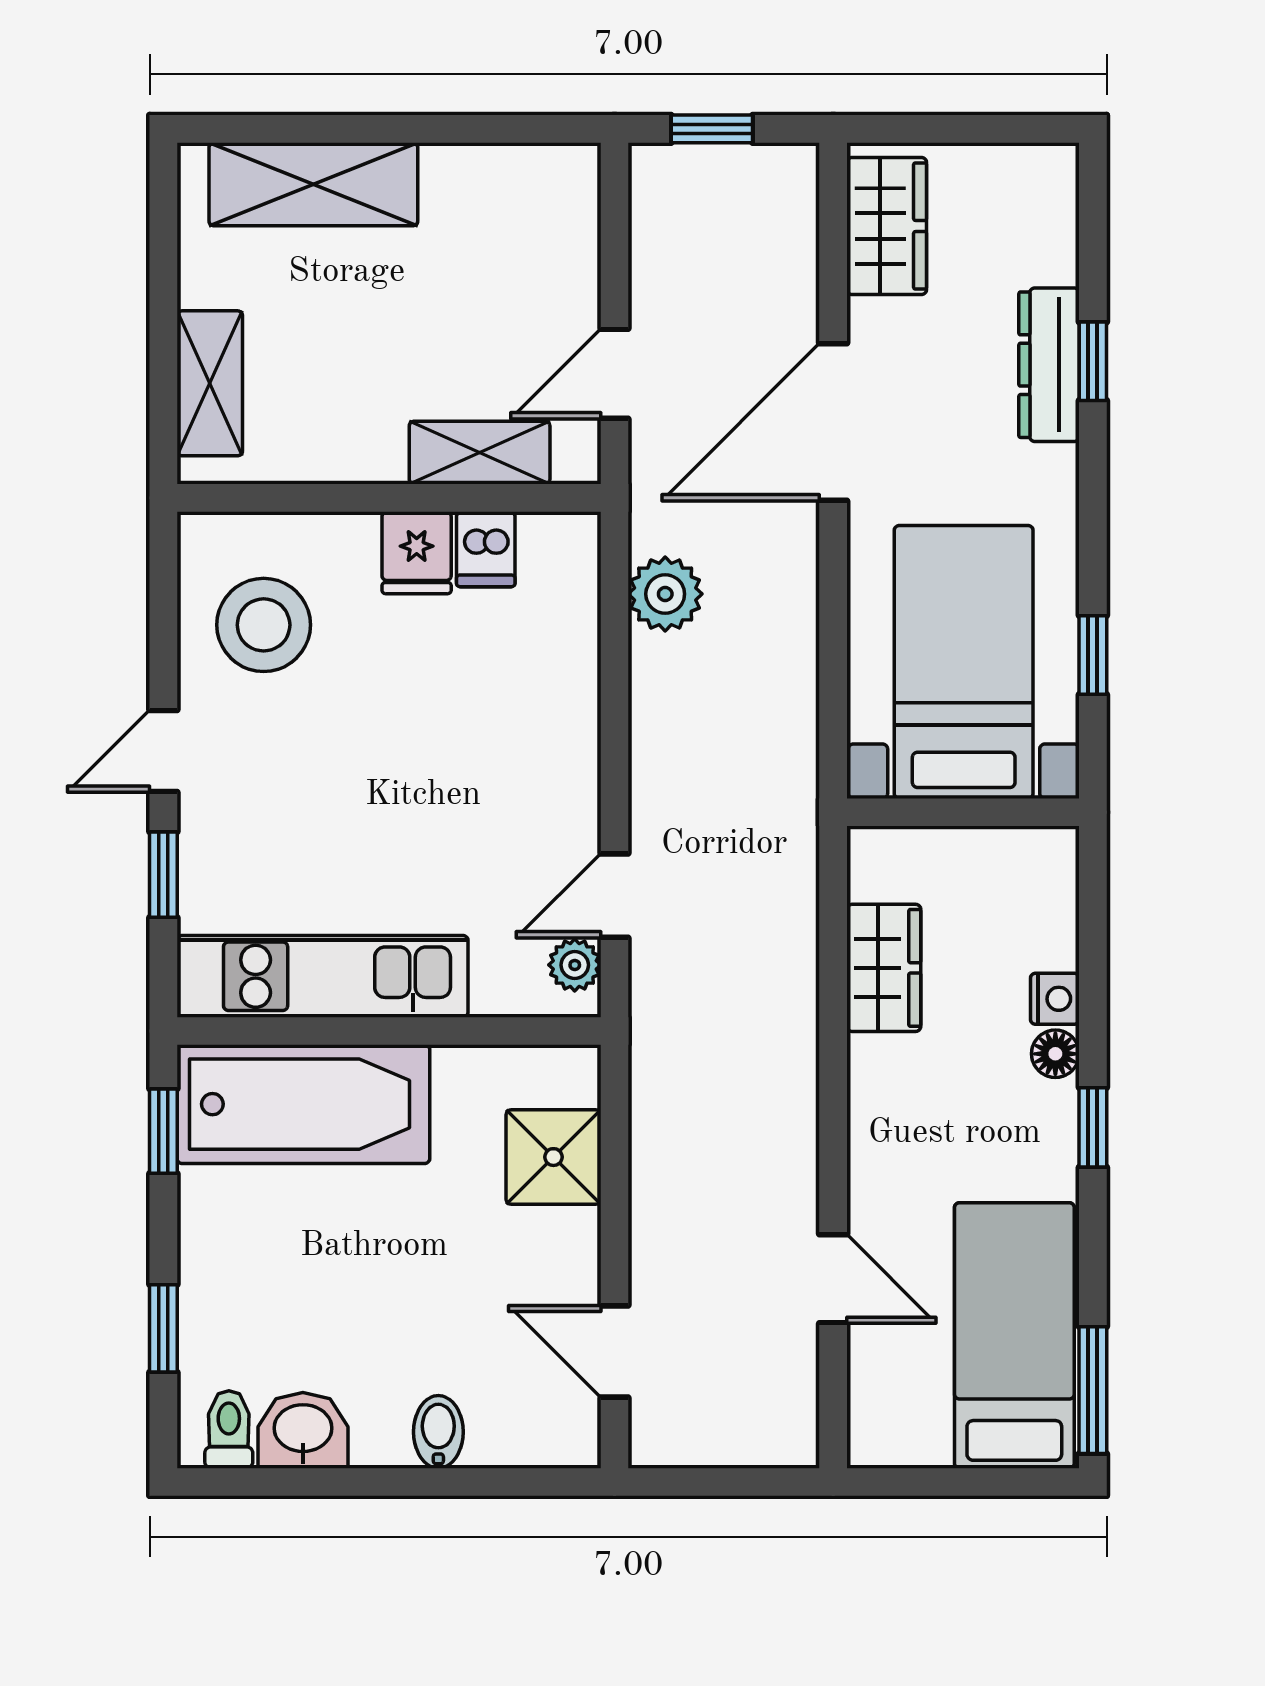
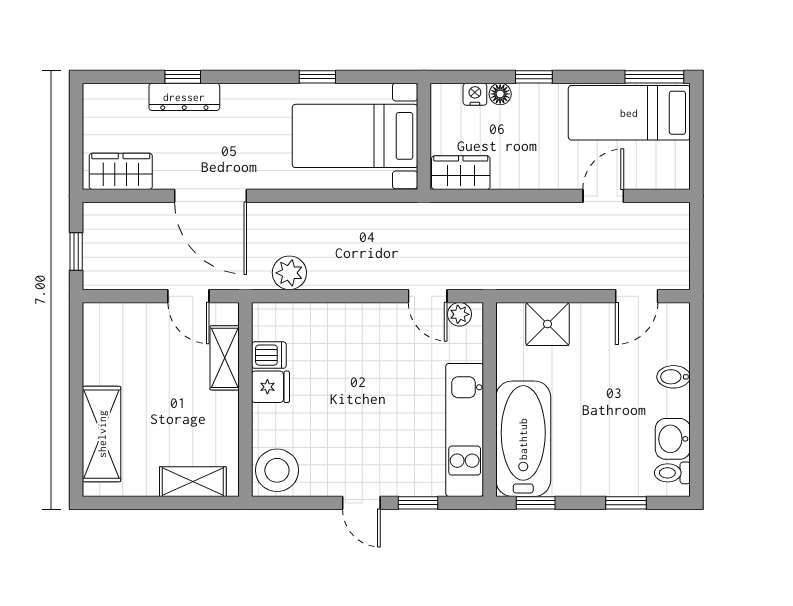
stool: (264, 625) -> (277, 470), moved
bed with nightstands: (964, 662) -> (355, 136), moved
wall: (963, 812) -> (424, 136), moved

